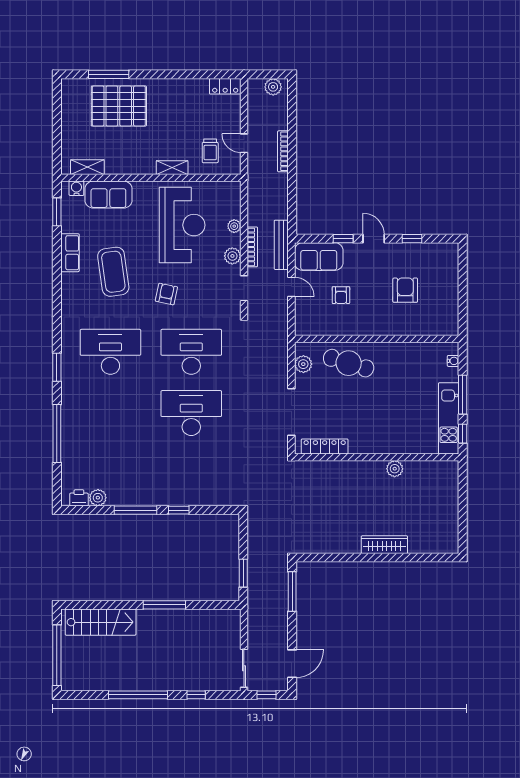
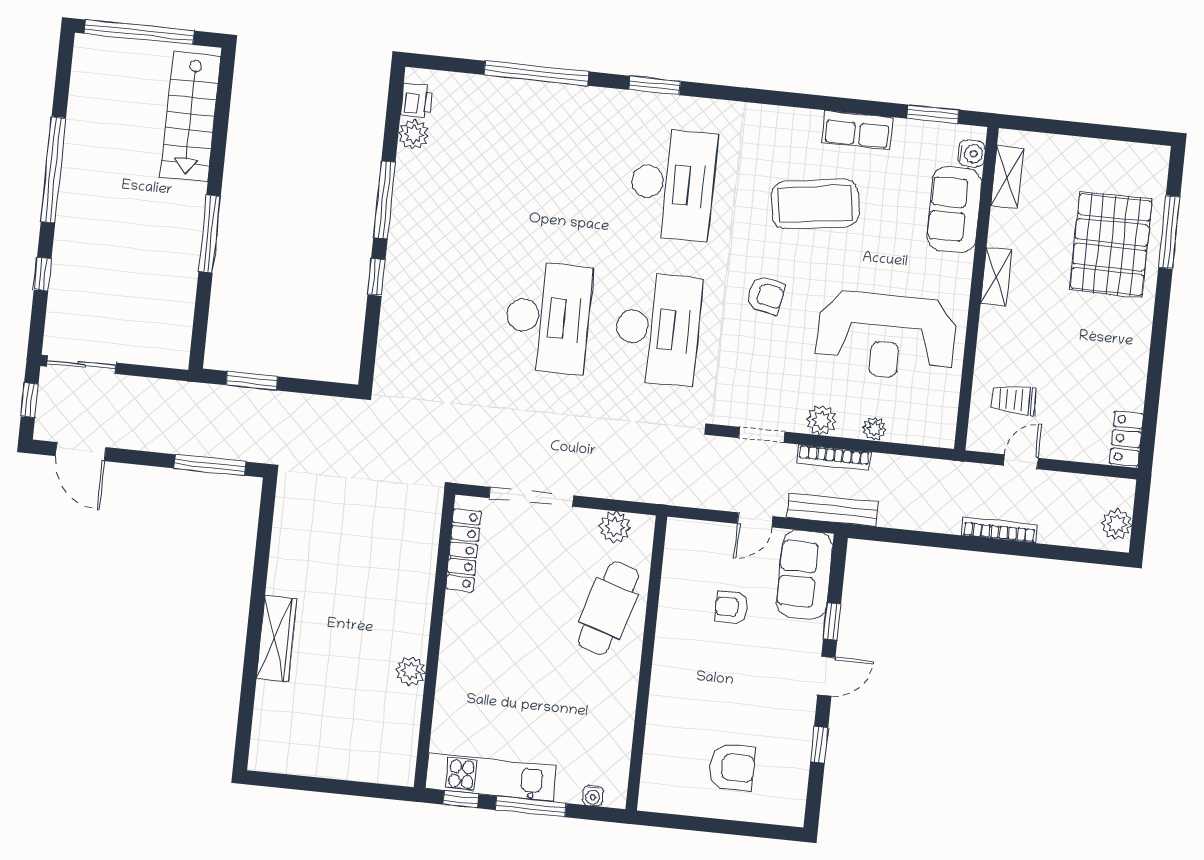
shelving: (172, 168) -> (996, 277), moved
armchair: (405, 290) -> (732, 767), moved

